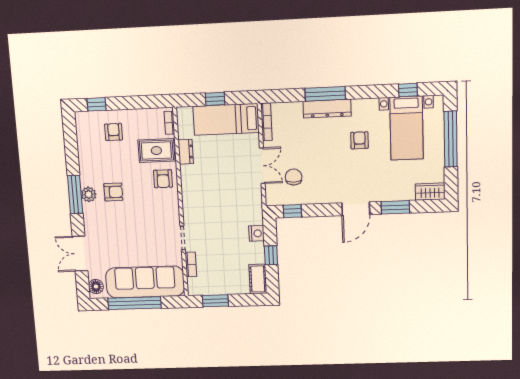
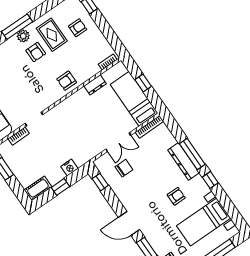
window: (408, 90) -> (210, 180), moved
rug: (156, 151) -> (52, 35), moved

